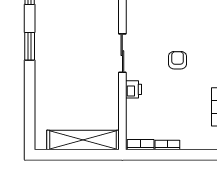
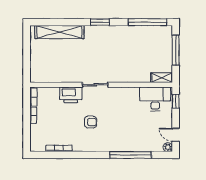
printer: (134, 89) -> (71, 95), width x1.87, depth x1.48
shelving: (83, 140) -> (59, 32), moved, turned 90

